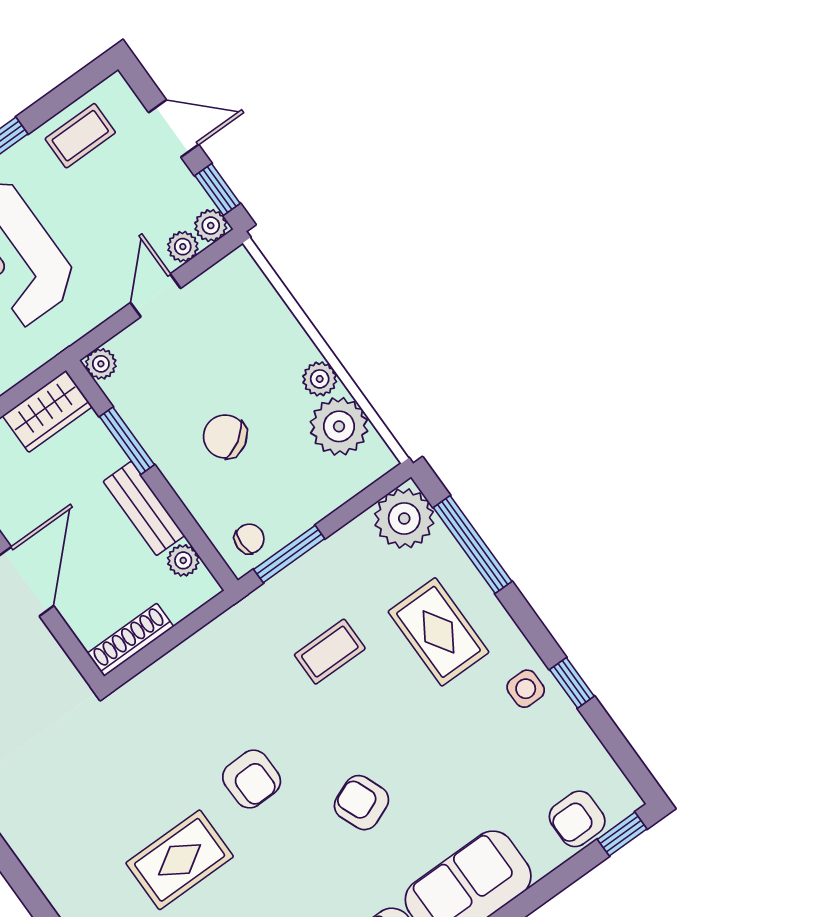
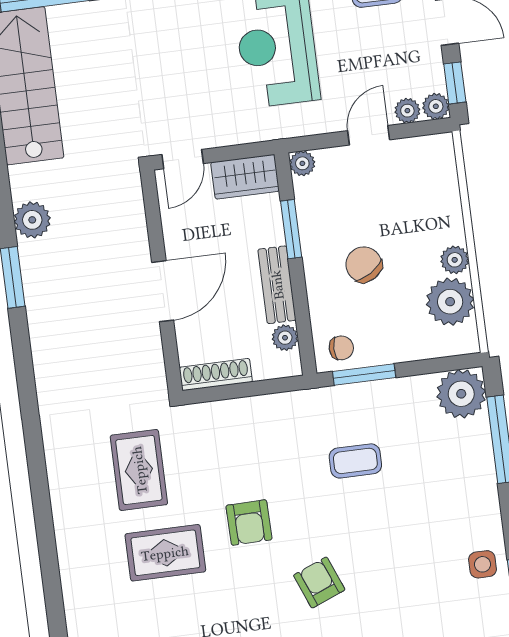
rug: (438, 632) -> (139, 470), moved

